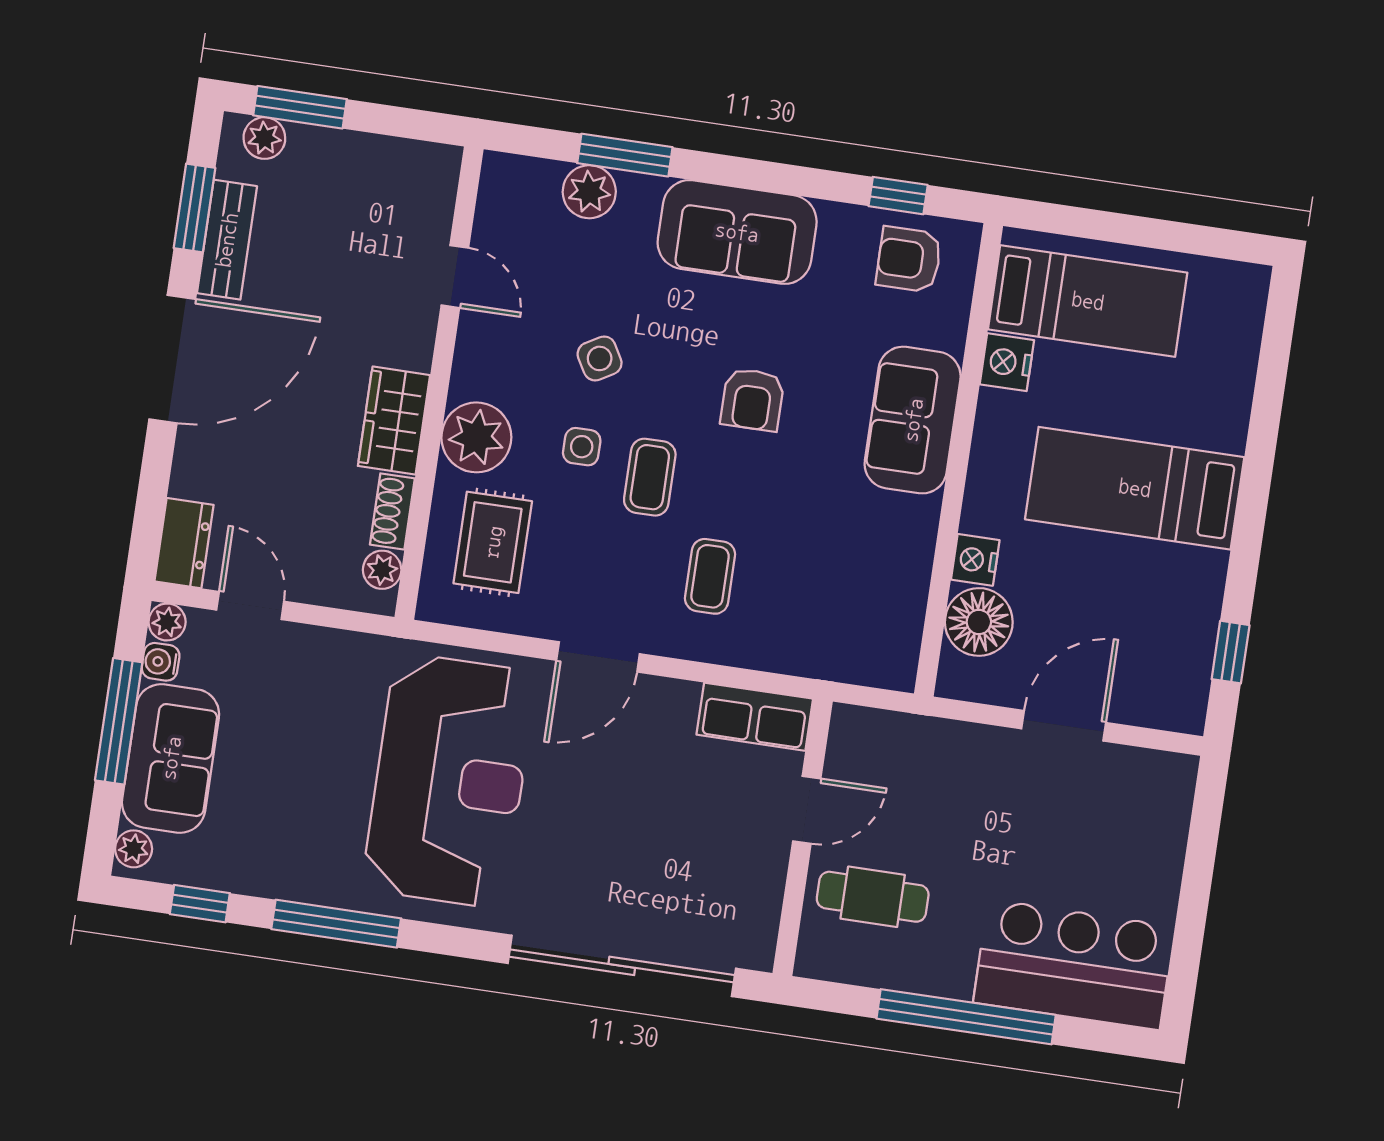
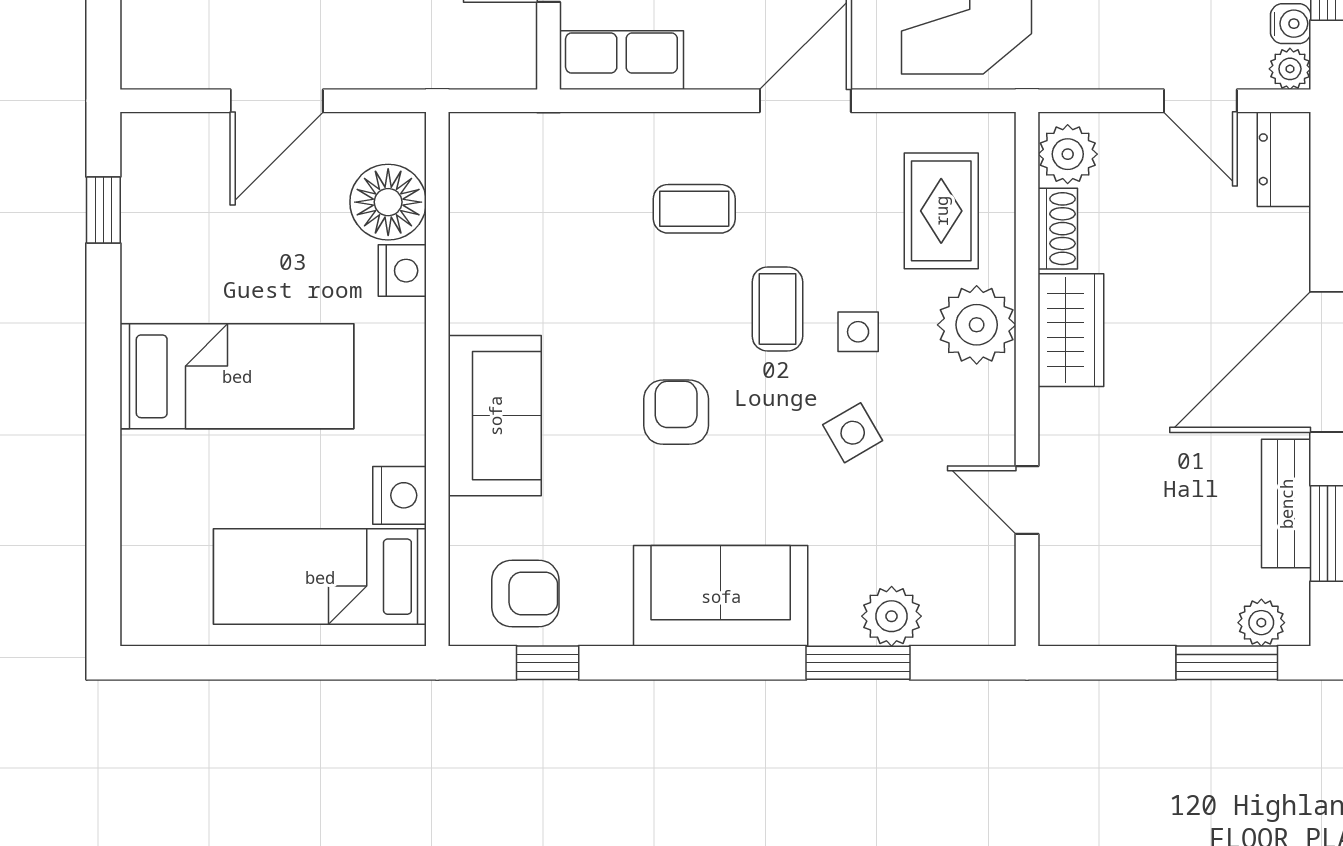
plant: (382, 570) -> (1068, 154), width x1.38, depth x1.38
coffee table: (710, 576) -> (694, 209), turned 90

